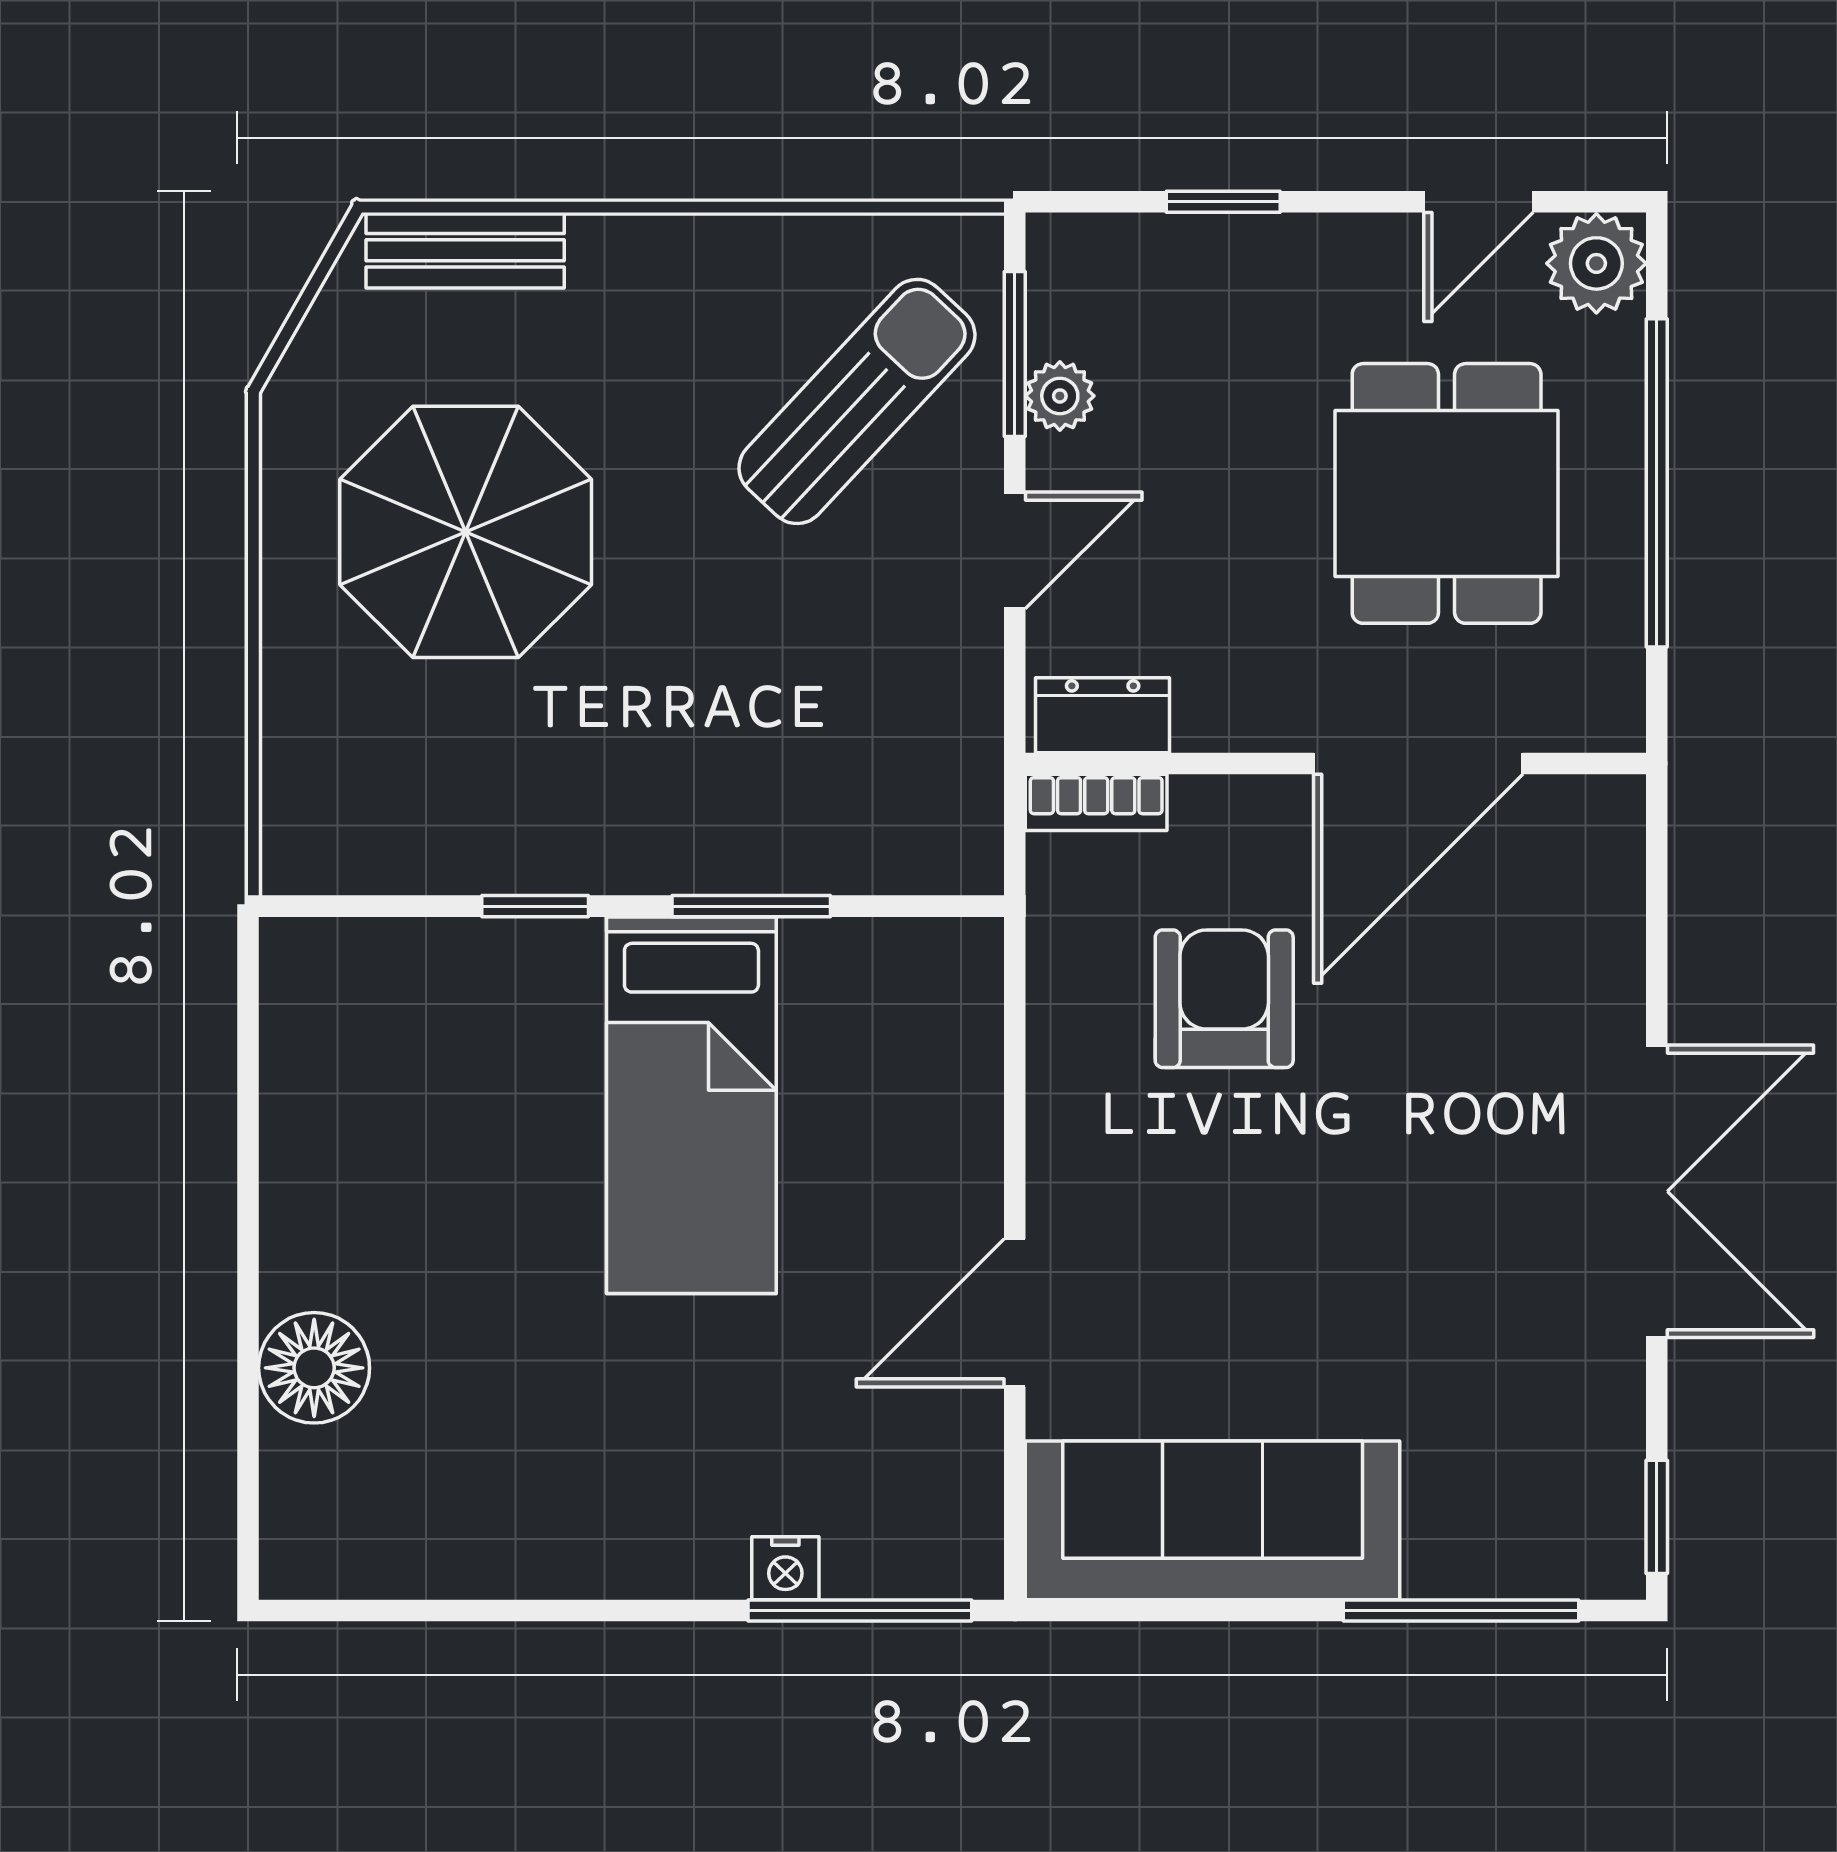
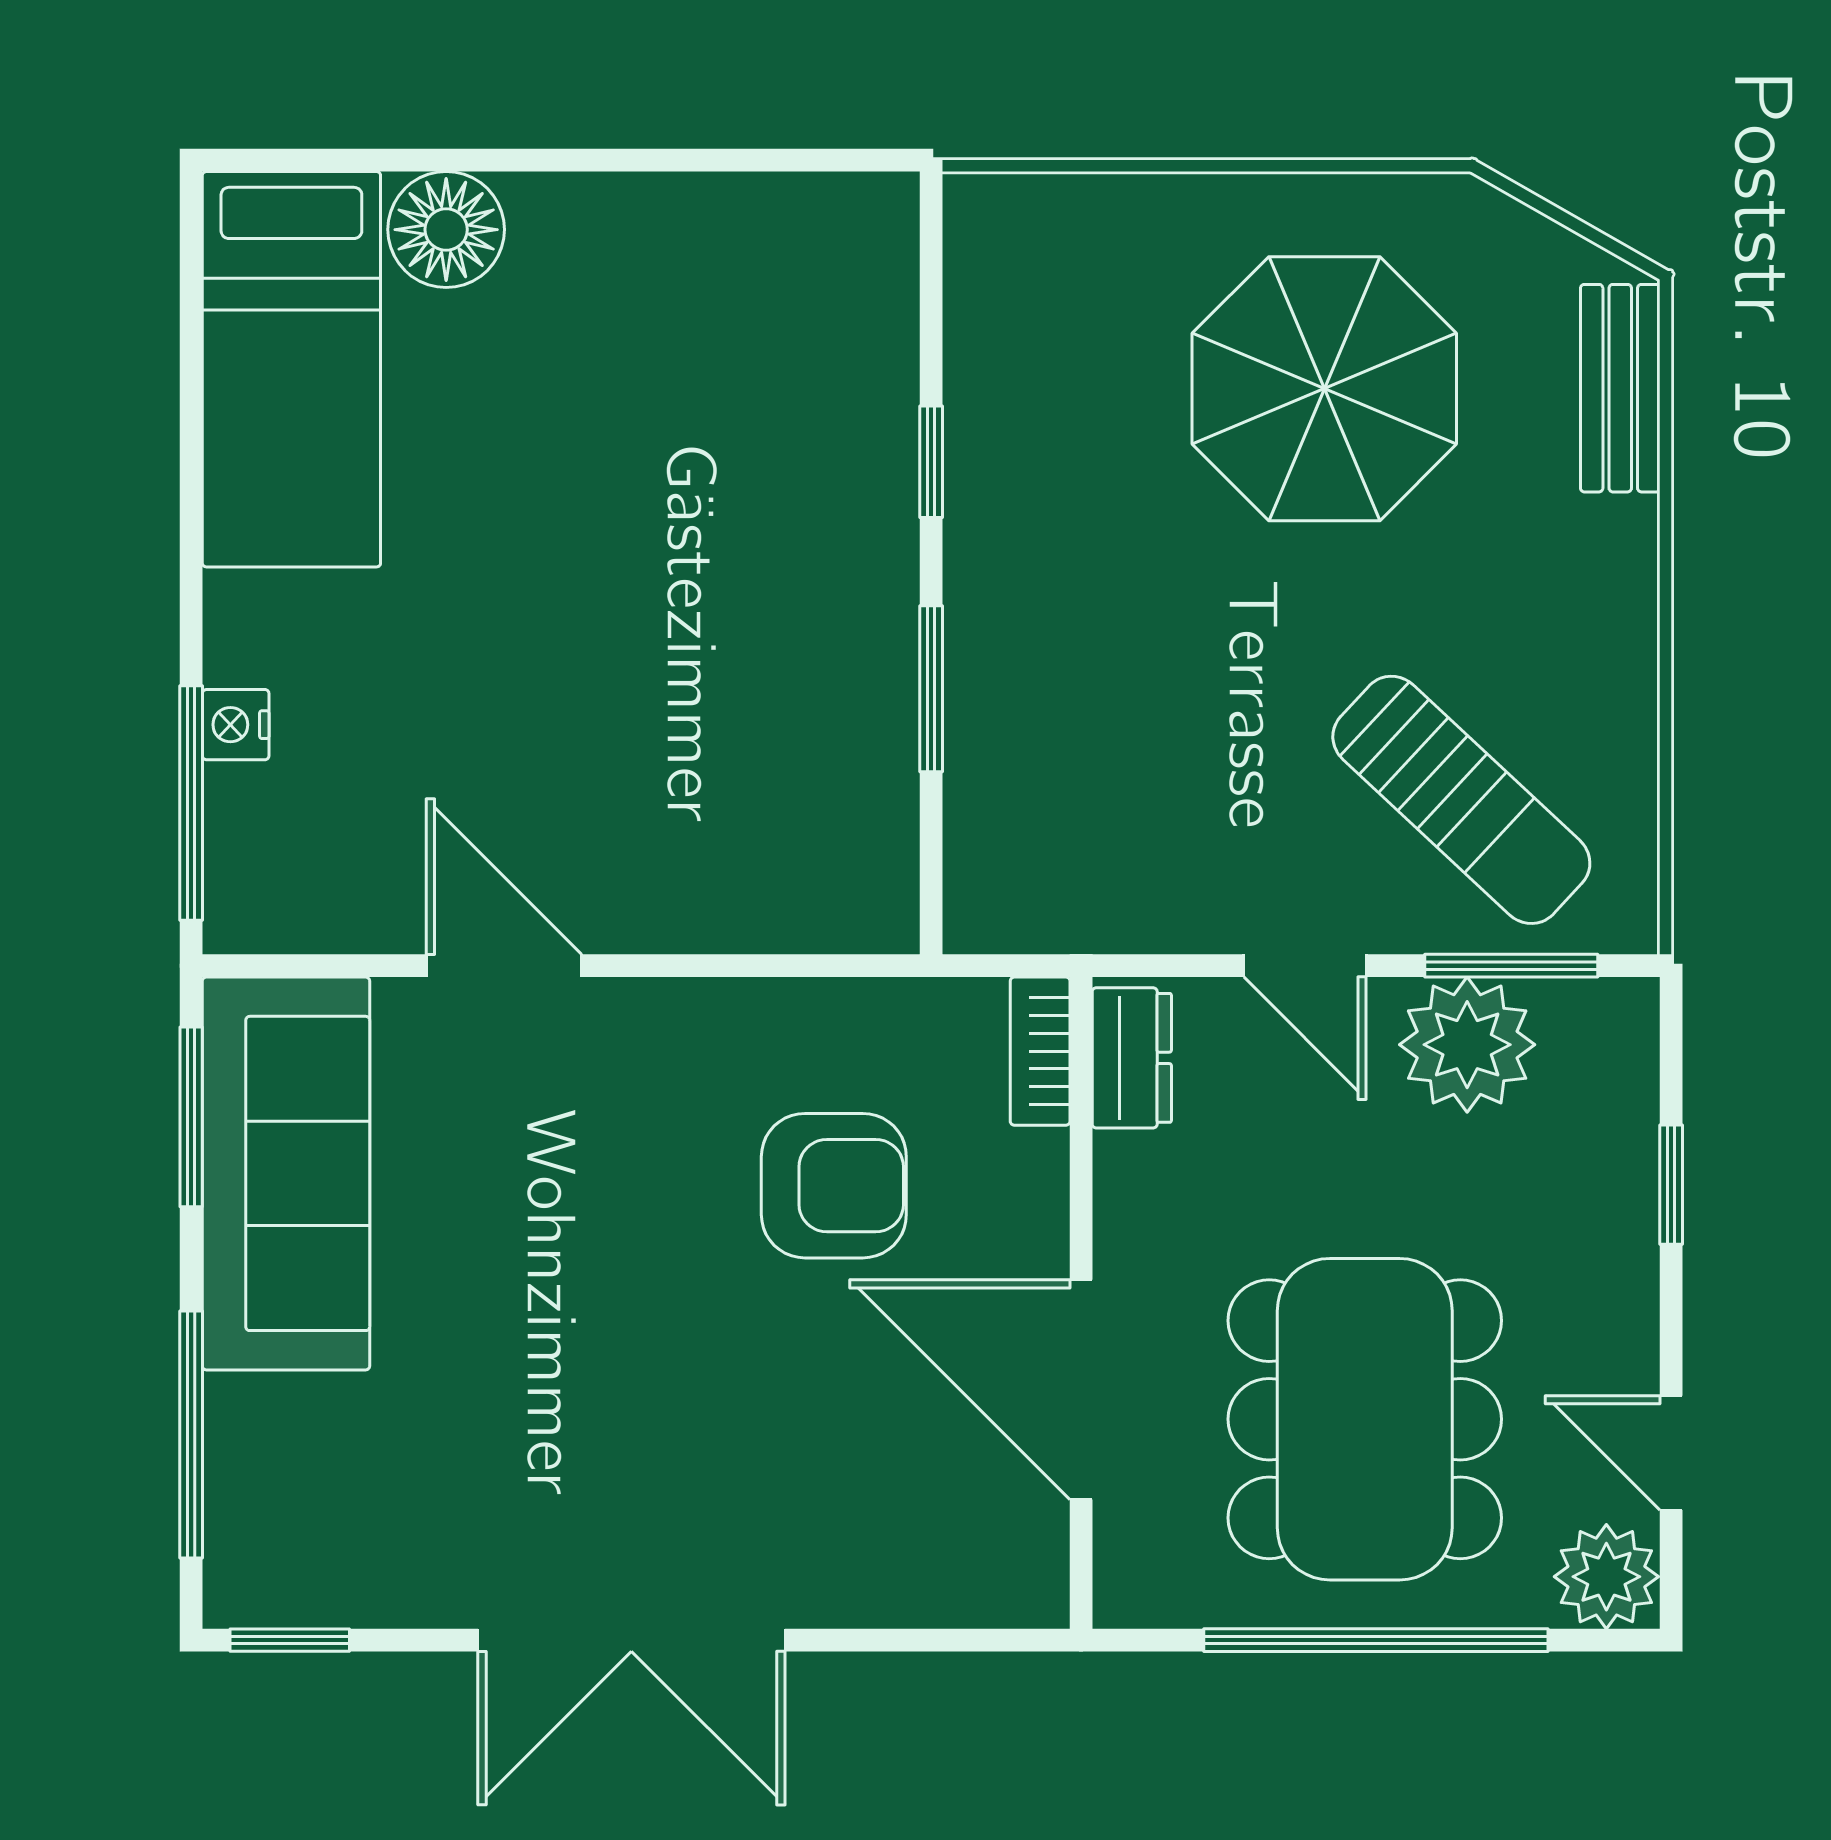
plant: (1060, 396) -> (1467, 1045), width x1.88, depth x1.88
dining table: (1447, 493) -> (1365, 1419), width x1.37
bed: (691, 1105) -> (291, 369), moved, turned -90
window: (1159, 1611) -> (191, 1117), added

